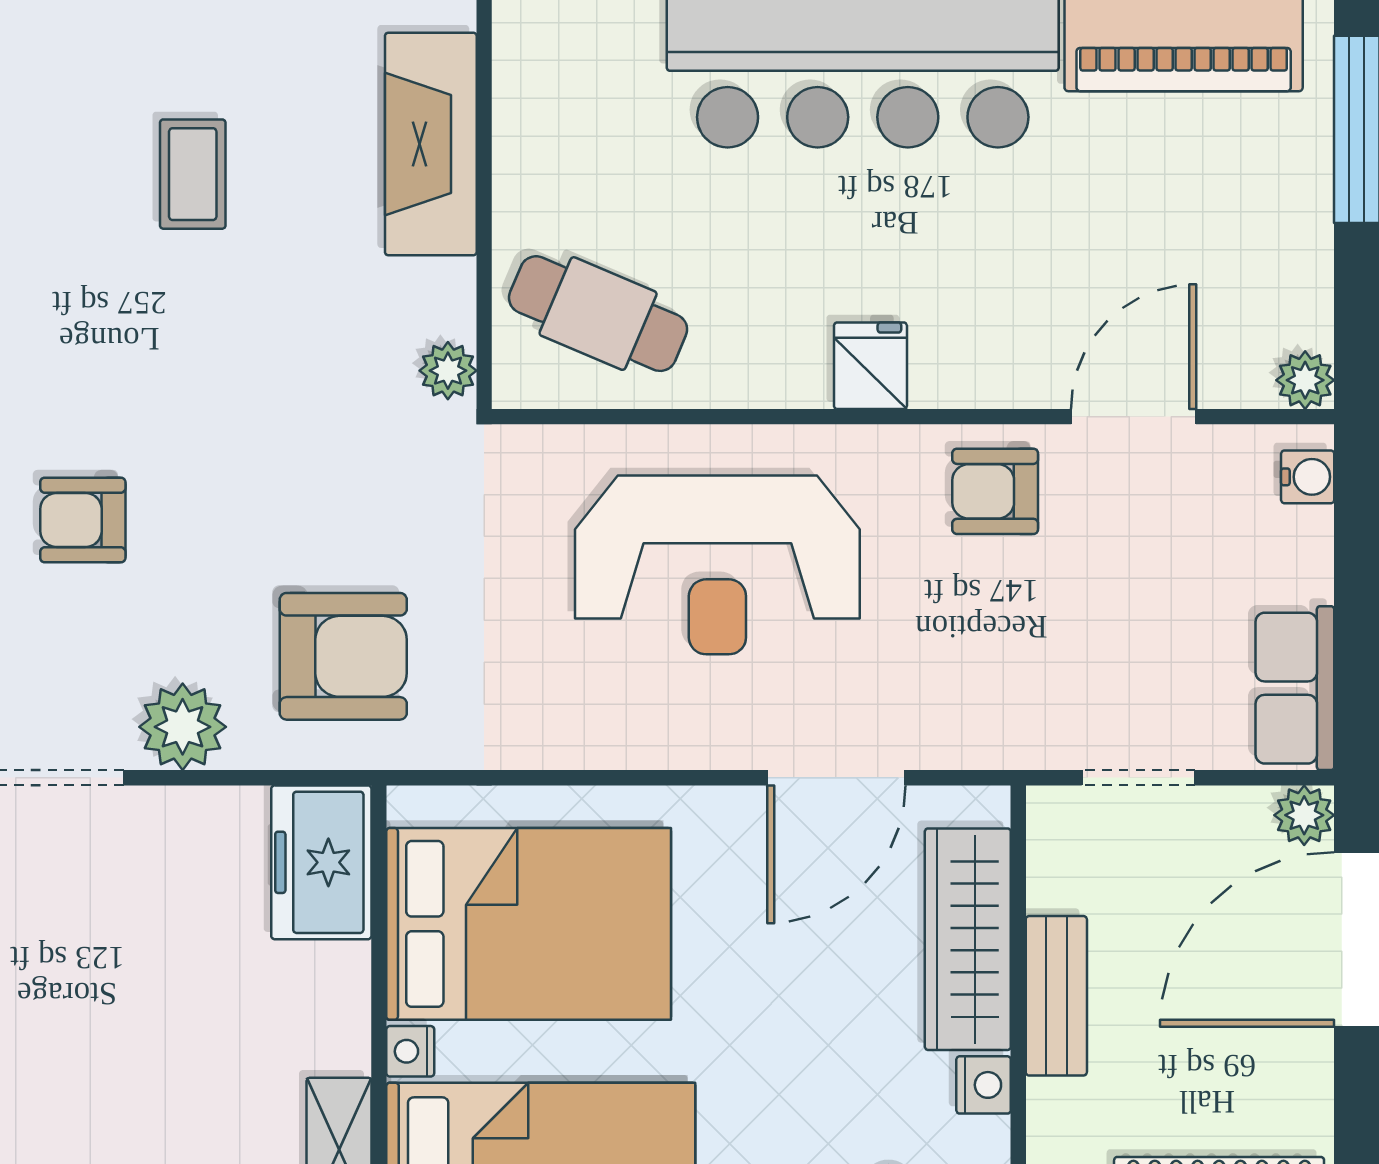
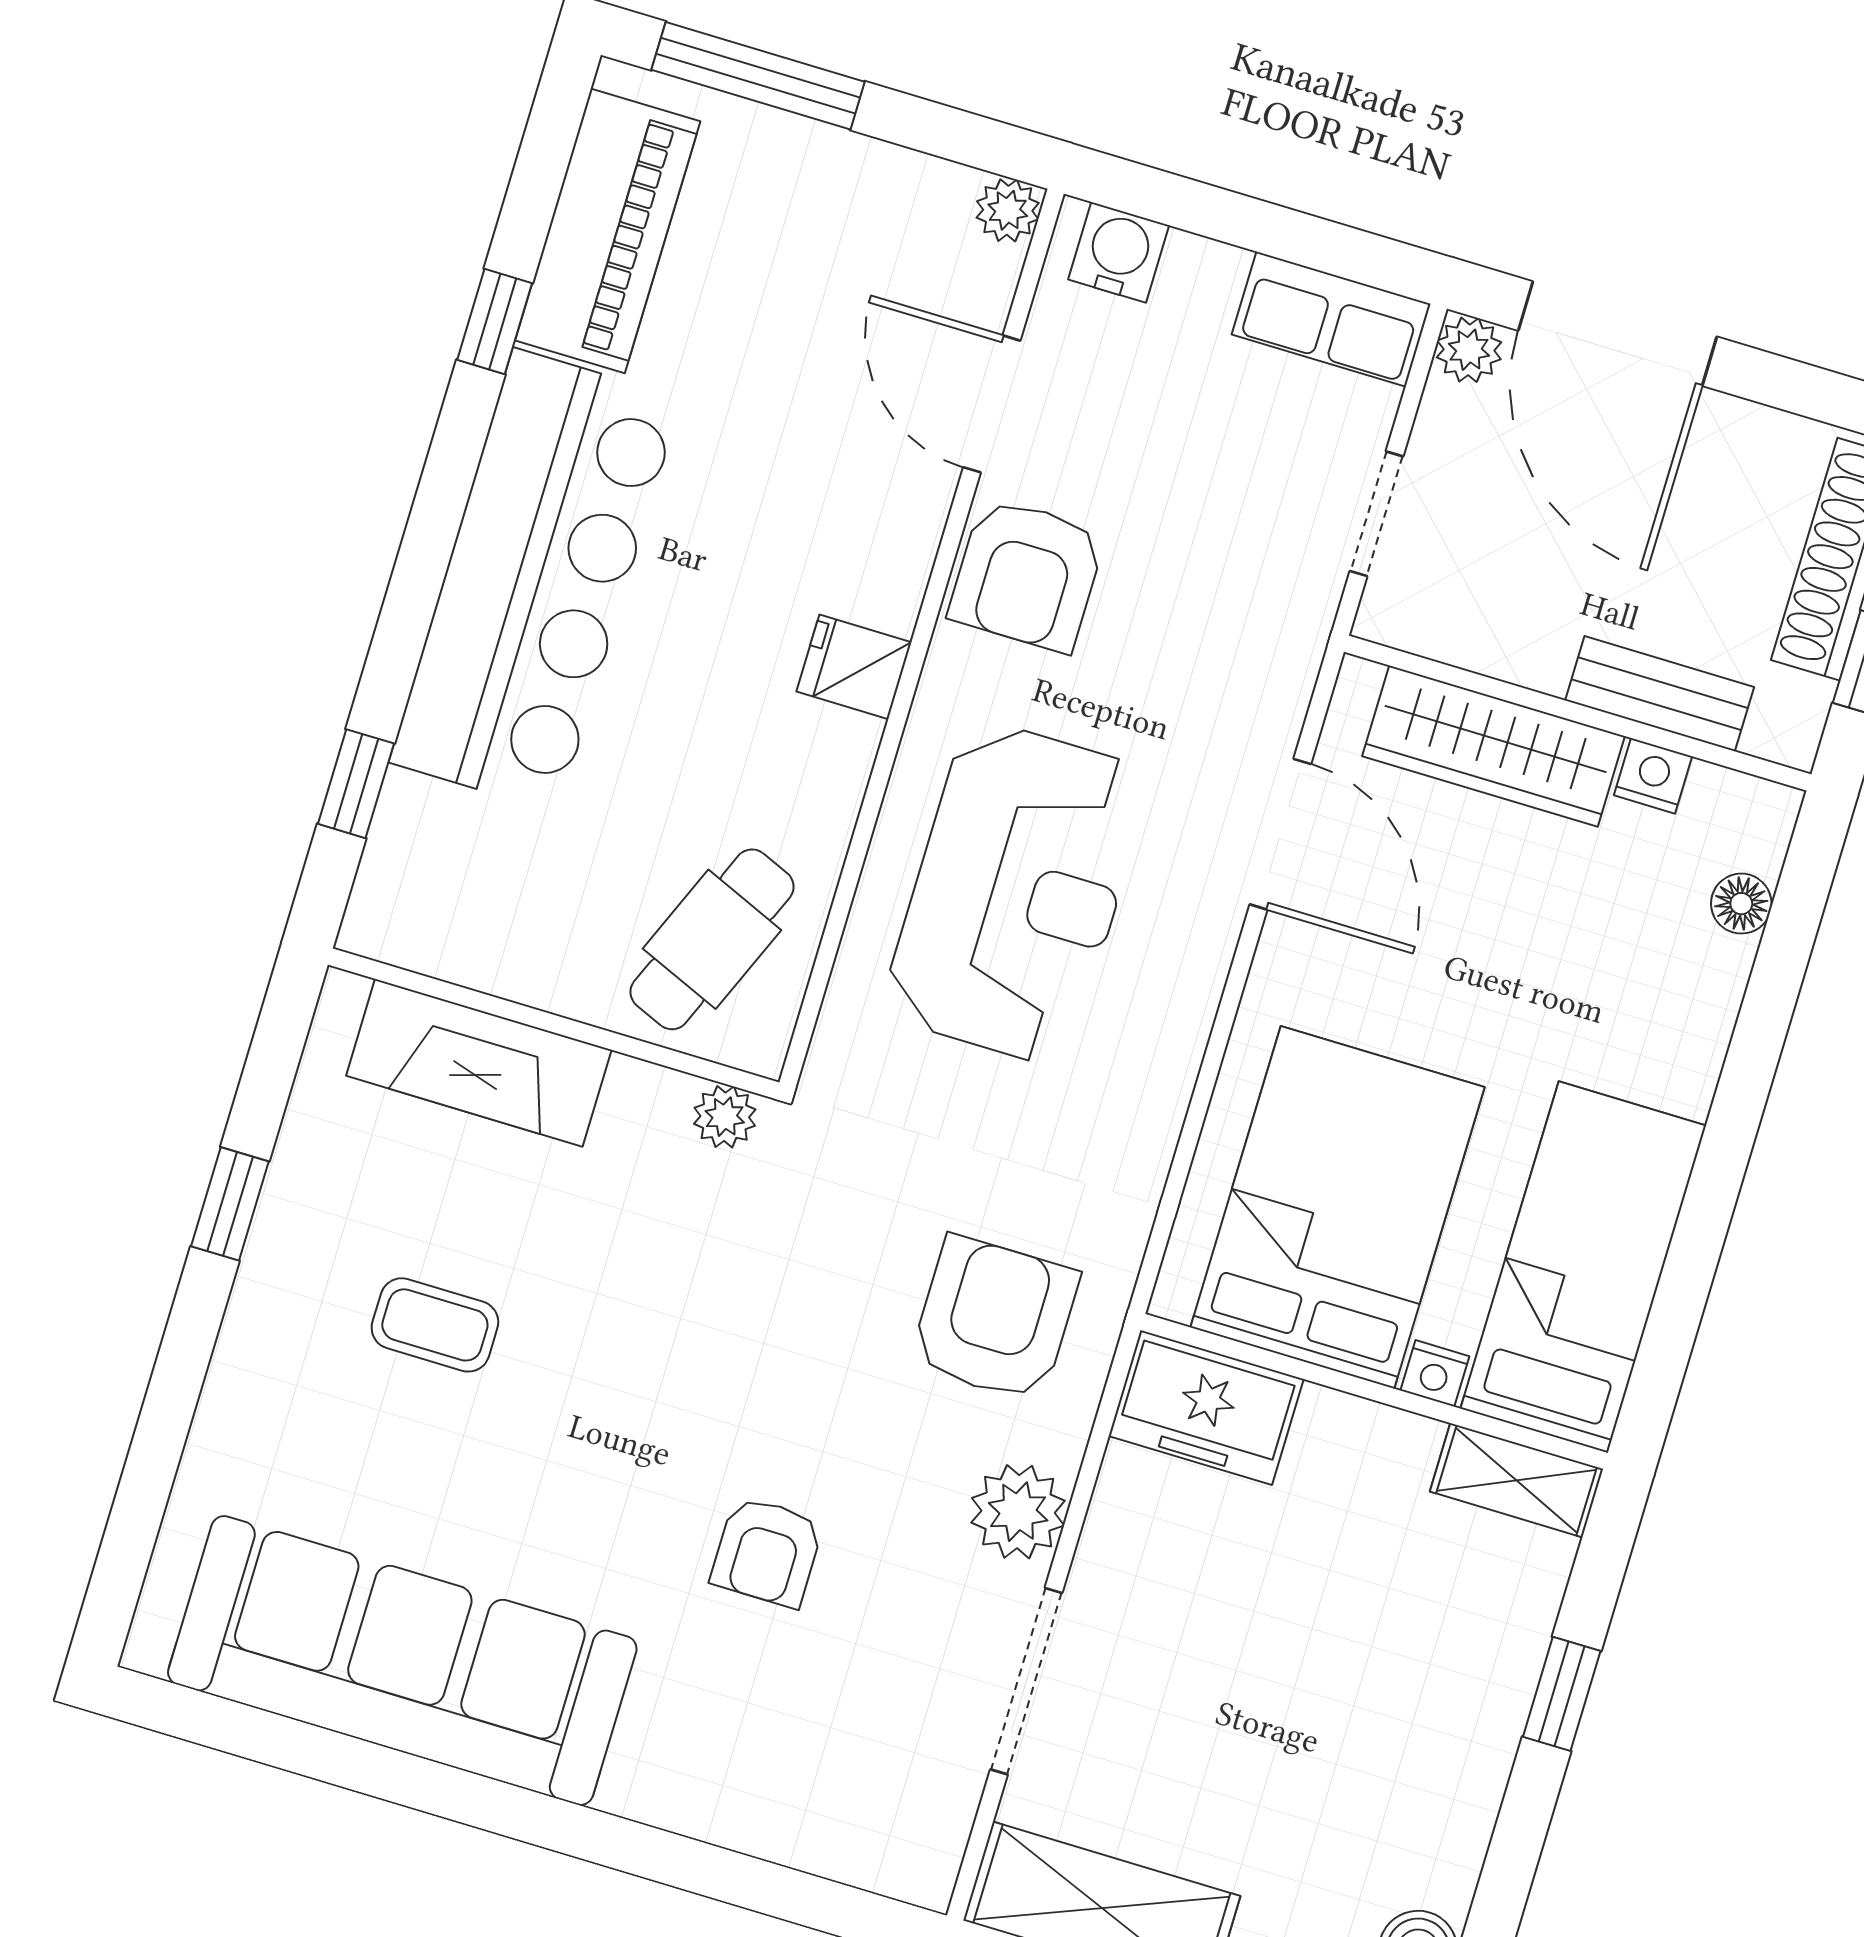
water cooler: (1308, 477) -> (1119, 252), width x1.38, depth x1.38
armchair: (995, 491) -> (1027, 575), width x1.38, depth x1.38
bench: (1056, 996) -> (1660, 694), moved

